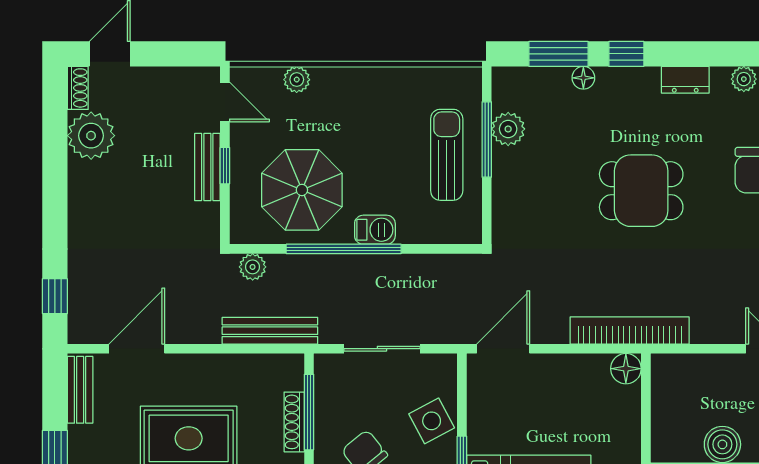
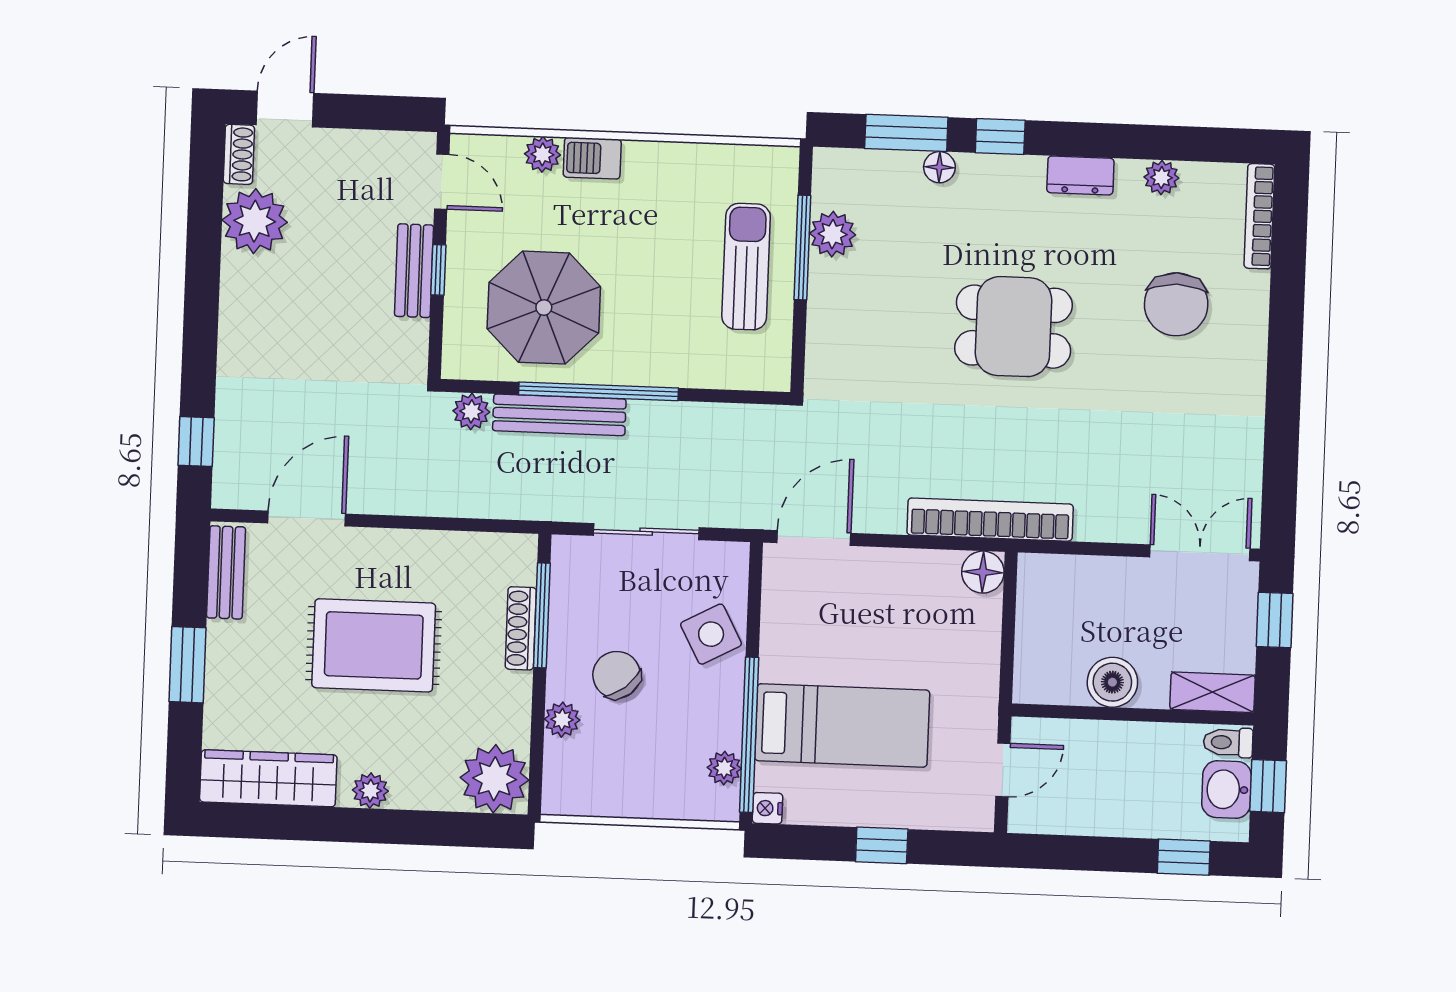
barbecue: (375, 230) -> (592, 158), moved, turned 180
bench: (270, 331) -> (559, 415), moved

